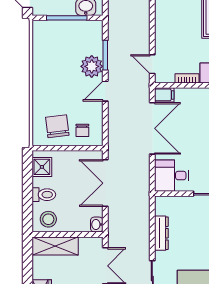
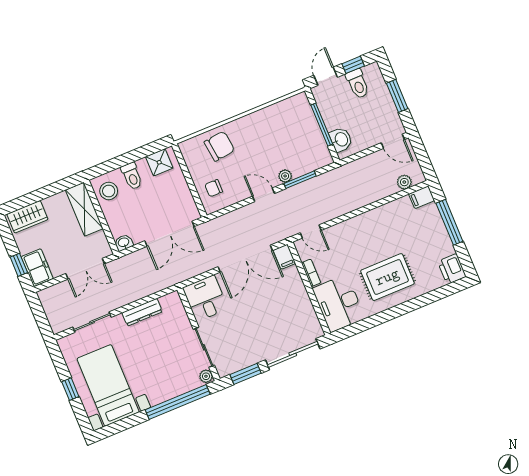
door: (152, 64) -> (311, 232), swing flipped
plant: (92, 66) -> (285, 176), width x0.53, depth x0.53
chair: (57, 126) -> (219, 146), moved
double door: (105, 183) -> (170, 234), swing flipped

